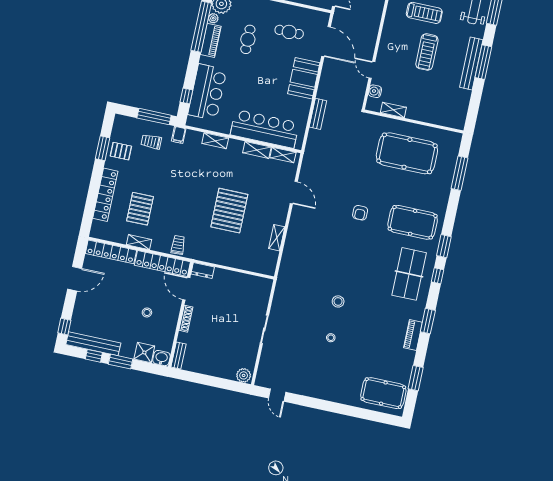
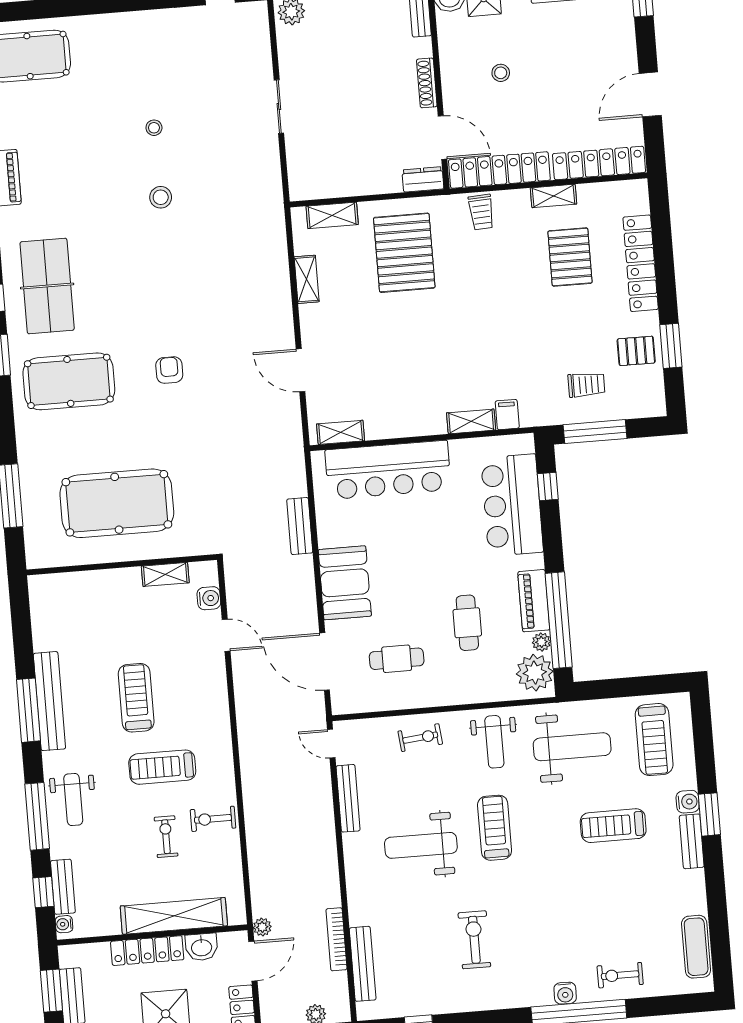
filing cabinet: (179, 135) -> (507, 415), moved
shelving: (257, 150) -> (332, 215), moved
pallet: (229, 211) -> (404, 253), moved

